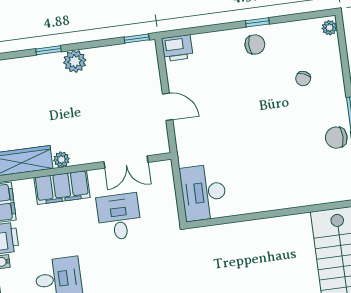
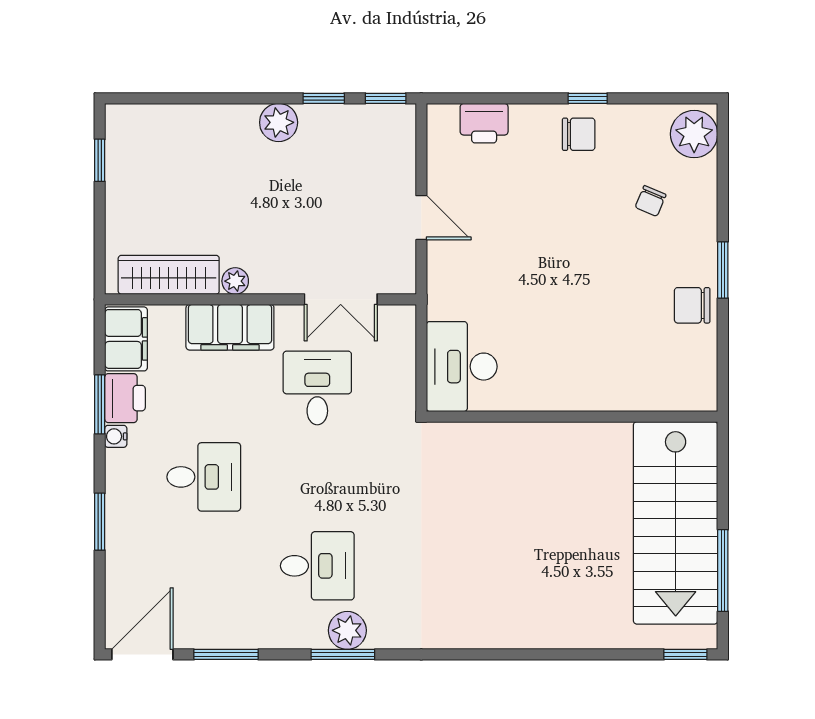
plant: (329, 28) -> (694, 134), width x1.88, depth x1.88
printer: (177, 48) -> (484, 123), moved
window: (49, 50) -> (324, 98), moved

